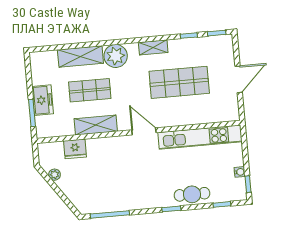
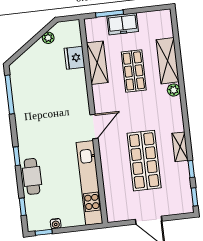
shelving: (153, 47) -> (180, 147), moved
plant: (116, 56) -> (174, 90), width x0.53, depth x0.53
shelving: (96, 125) -> (97, 63), moved

